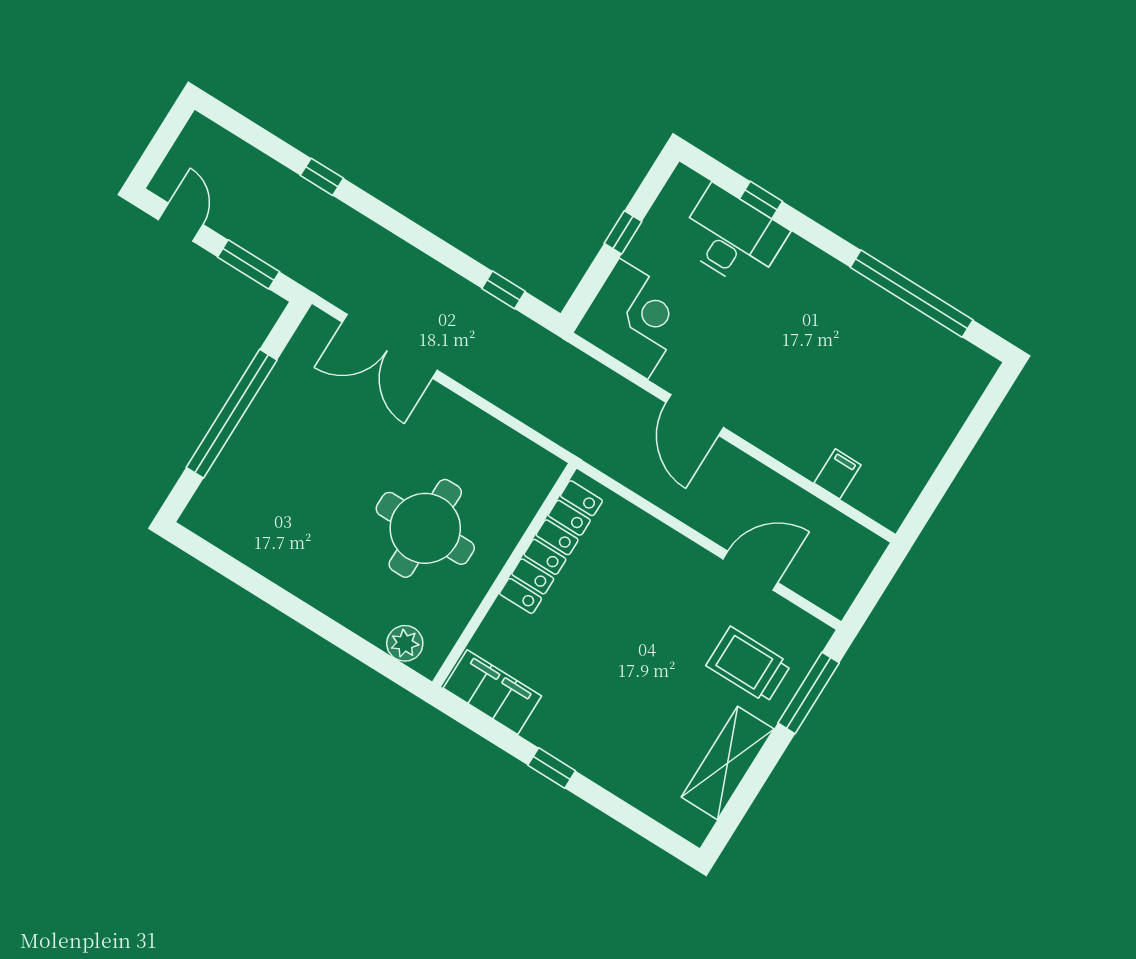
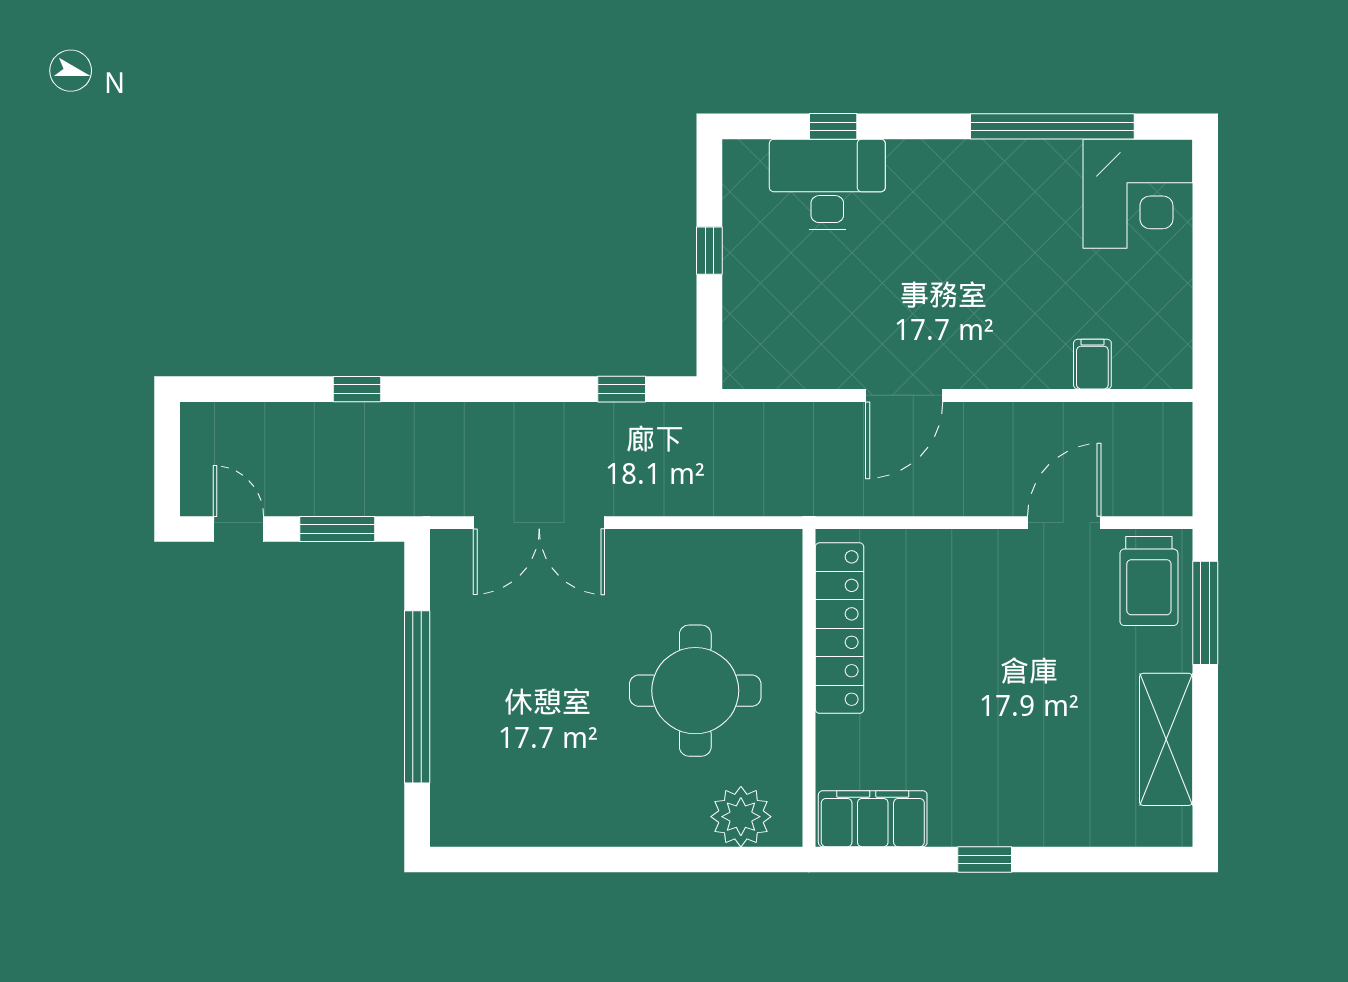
corner desk: (633, 319) -> (1138, 194), moved, turned 90
door: (695, 415) -> (904, 395), hinge flipped
plant: (405, 643) -> (741, 817), width x1.36, depth x1.36
trolley: (749, 665) -> (1149, 581), moved, turned -90

